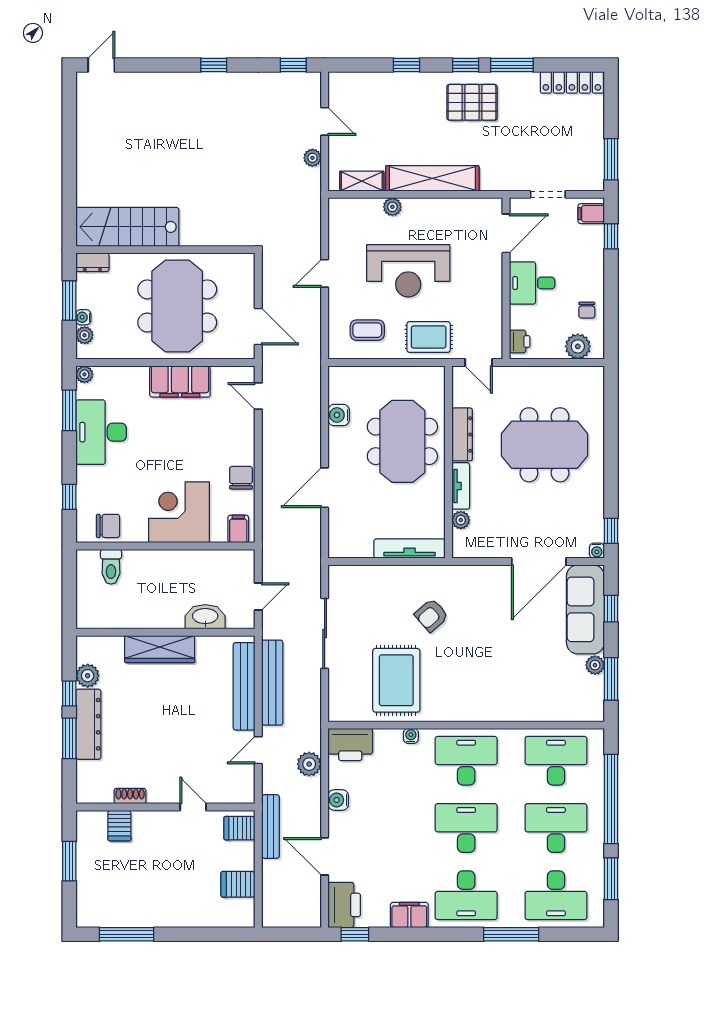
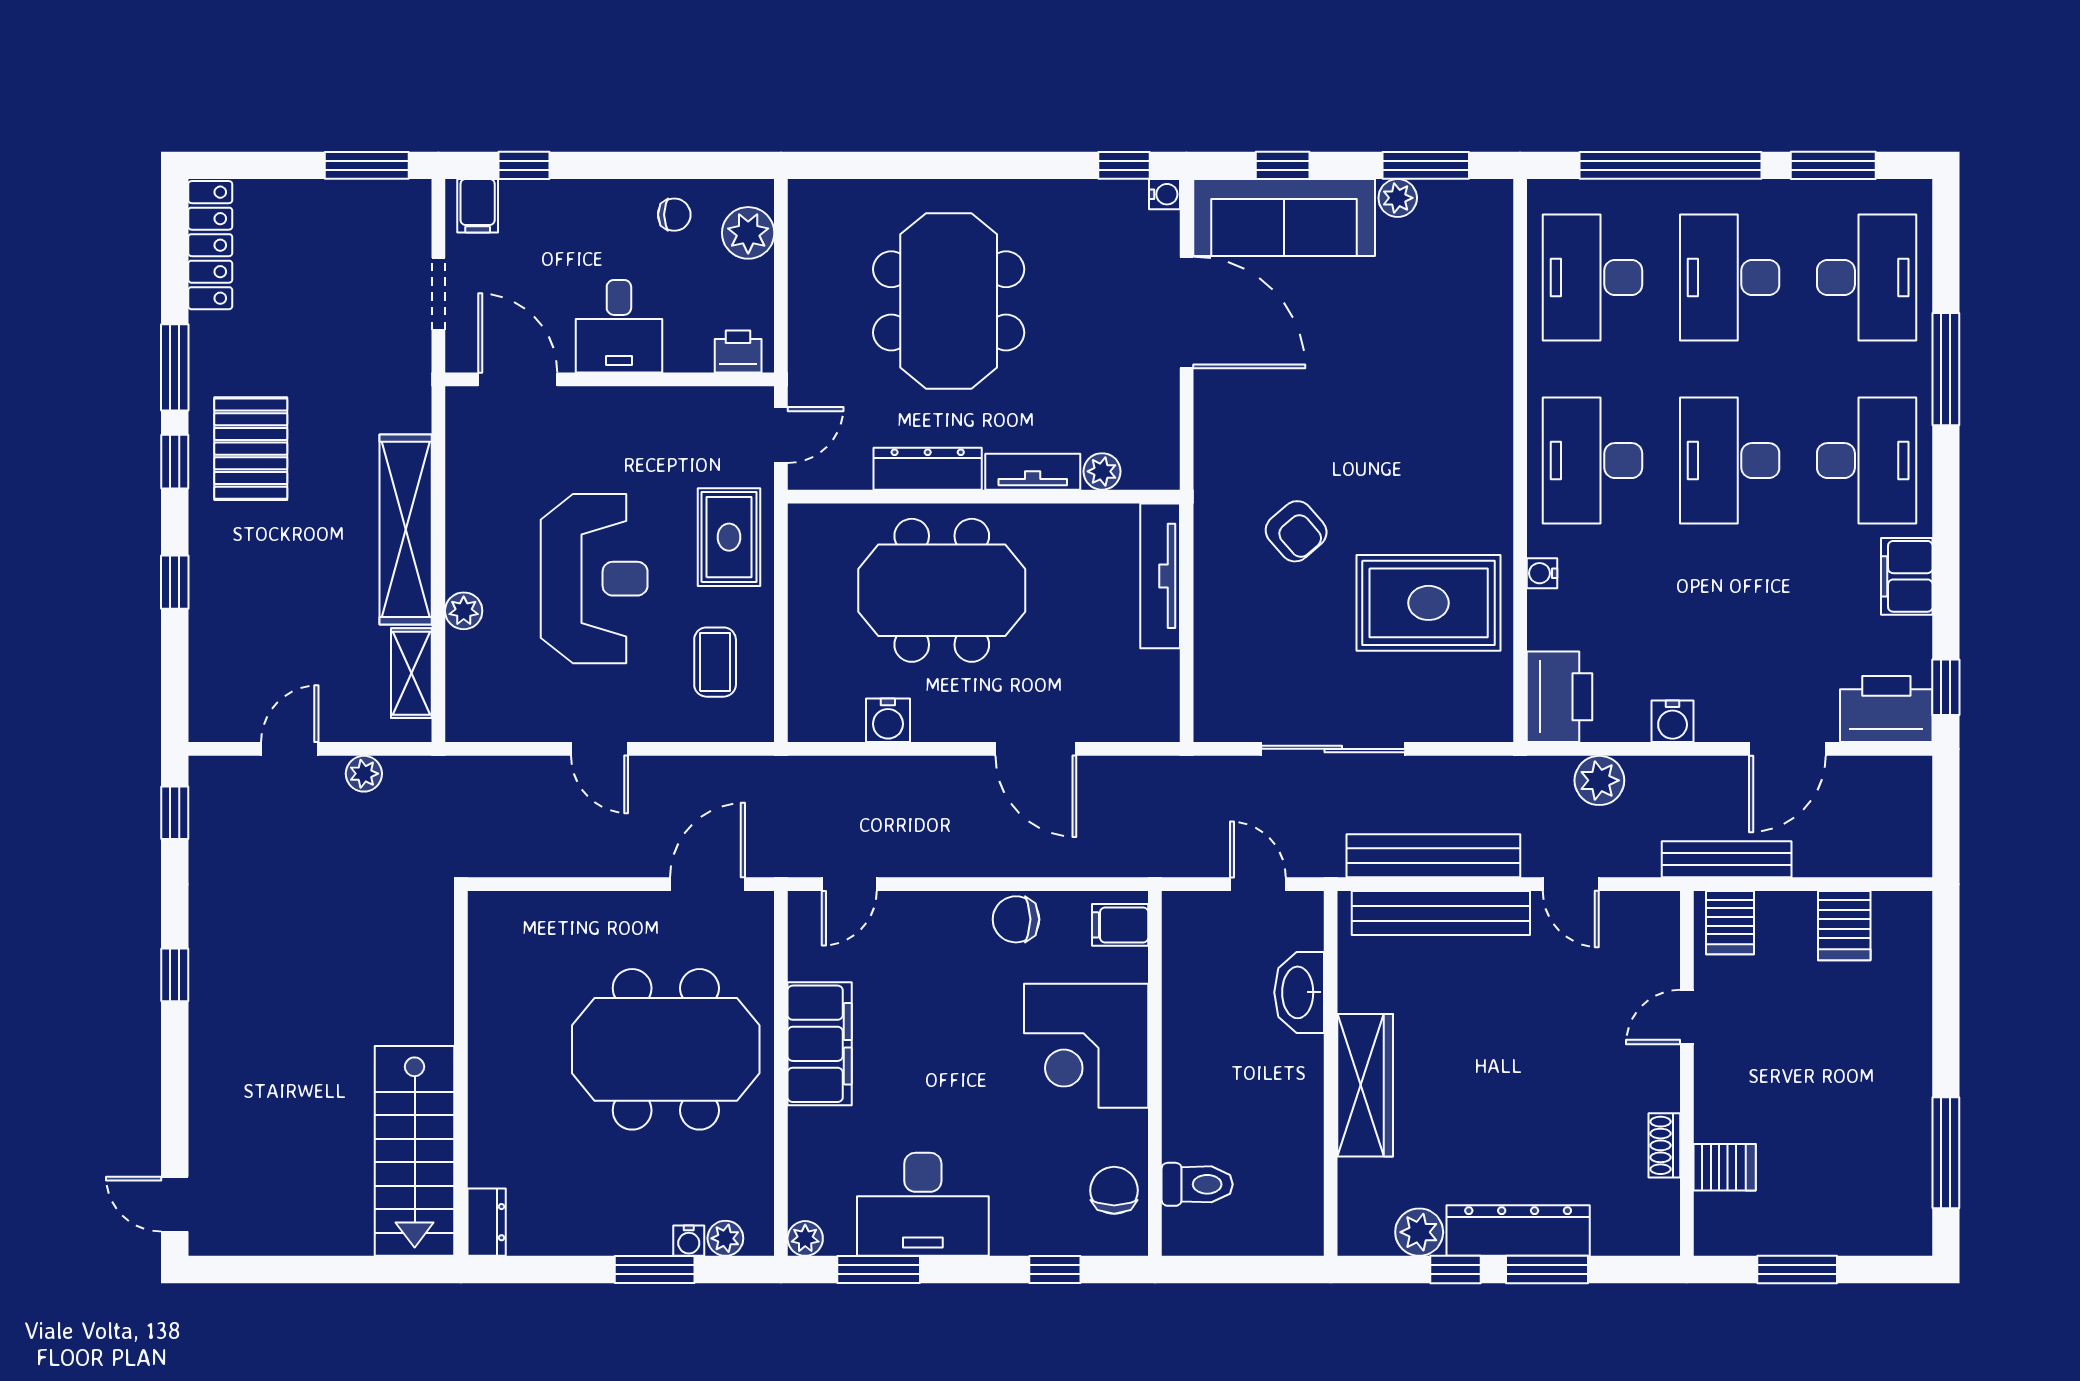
stairs: (127, 227) -> (415, 1151), moved
wall: (165, 250) -> (461, 1073), moved
dresser: (92, 262) -> (487, 1222), moved

